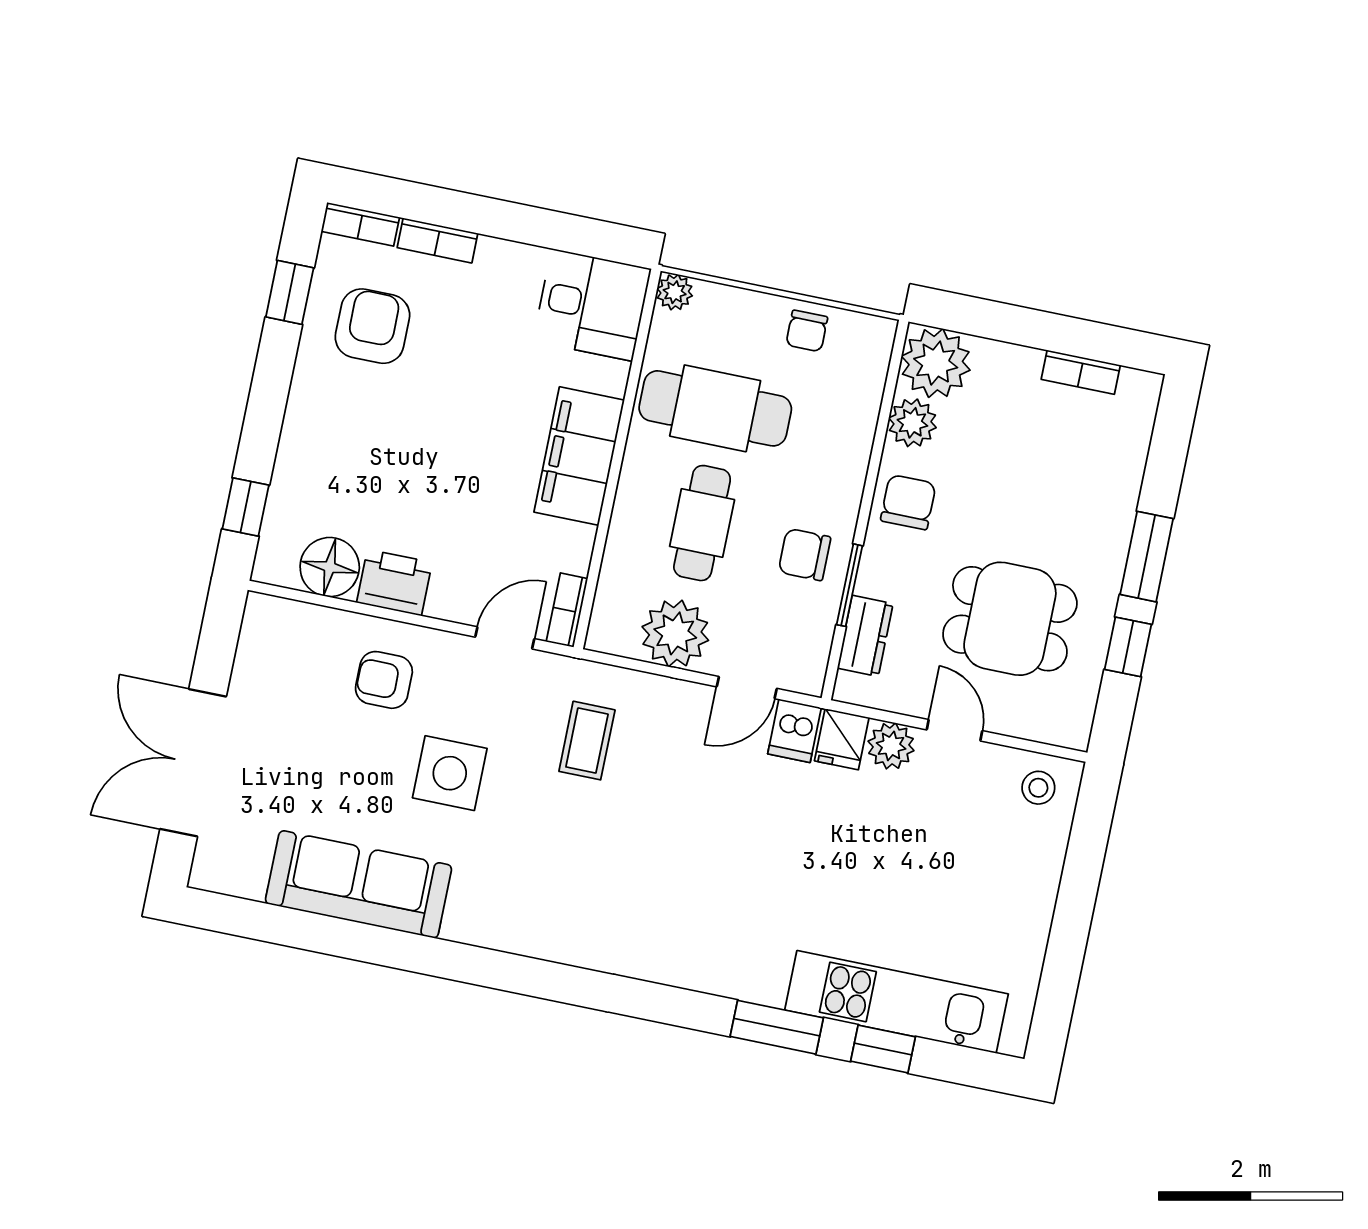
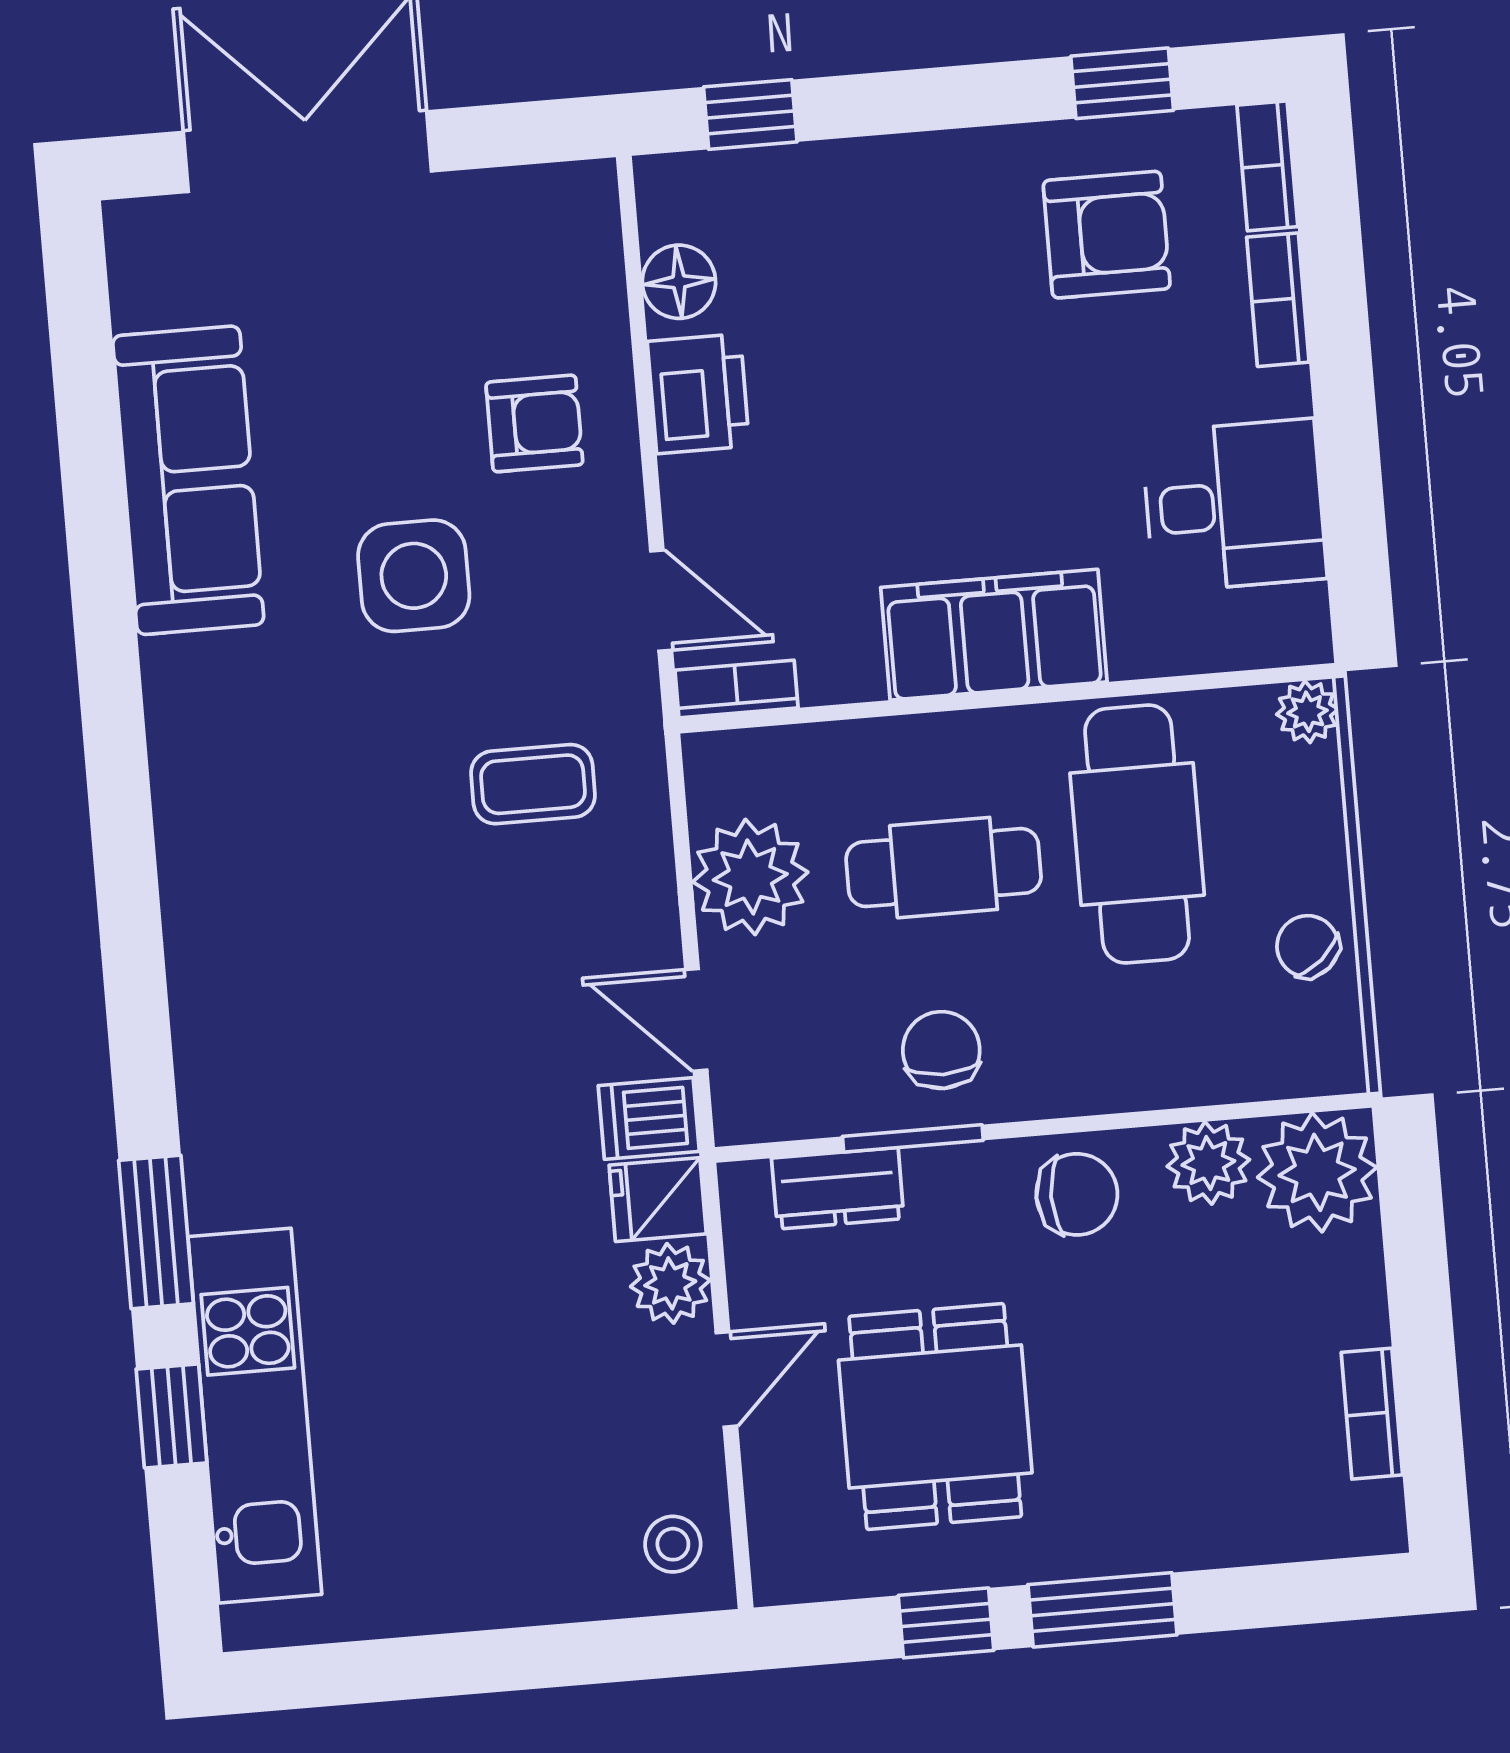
desk: (592, 305) -> (1234, 505), moved, turned -90
chair: (807, 331) -> (1308, 946), turned 49
floor lamp: (330, 567) -> (679, 282), width x0.73, depth x0.73
armchair: (384, 680) -> (534, 423), turned 90

